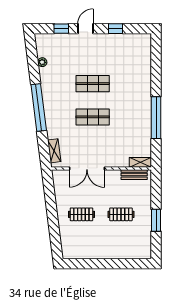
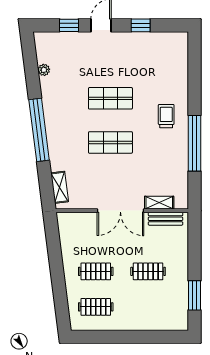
trolley: (135, 97) -> (166, 116), added
shelving: (140, 162) -> (159, 203), moved
double door: (87, 168) -> (120, 211), moved
window: (156, 220) -> (195, 295), moved
clothes rail: (81, 241) -> (96, 307), added

